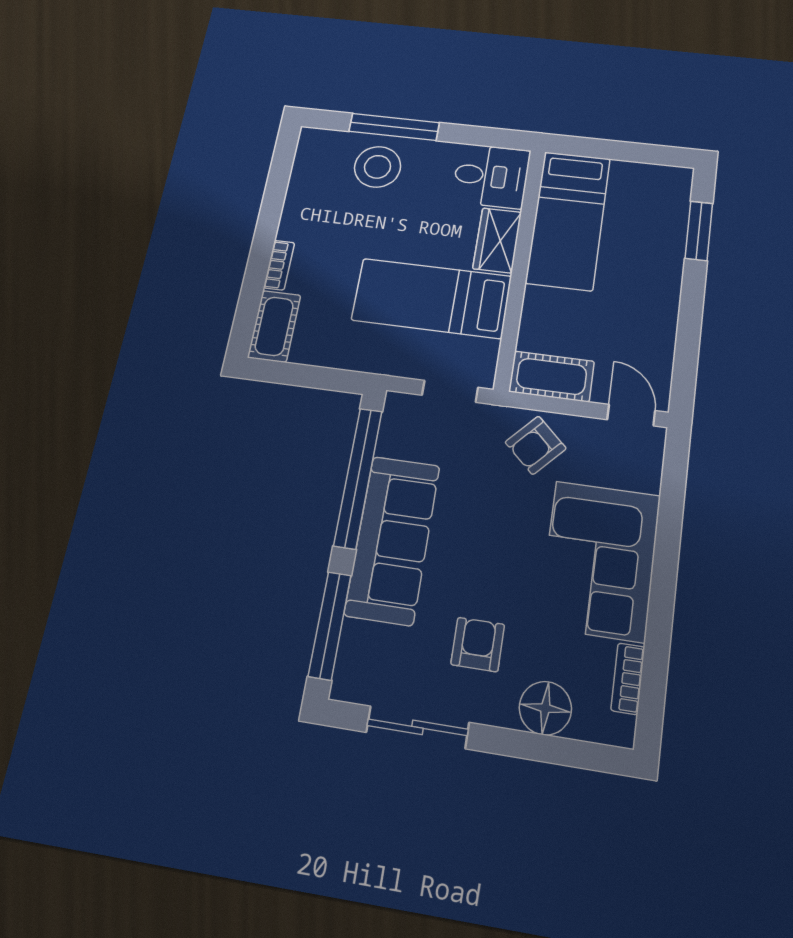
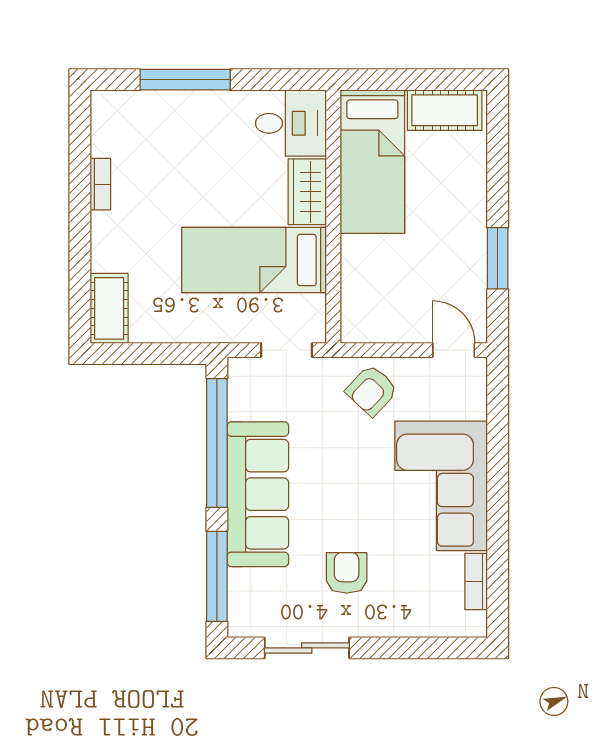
stool: (378, 167) -> (177, 127), removed
window: (699, 231) -> (498, 258), moved
bookcase: (279, 265) -> (100, 184), moved
cot: (551, 376) -> (445, 110), moved
floor lamp: (545, 708) -> (411, 616), removed

